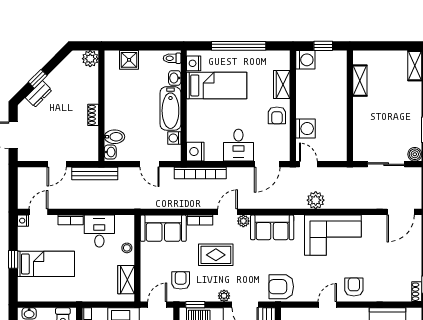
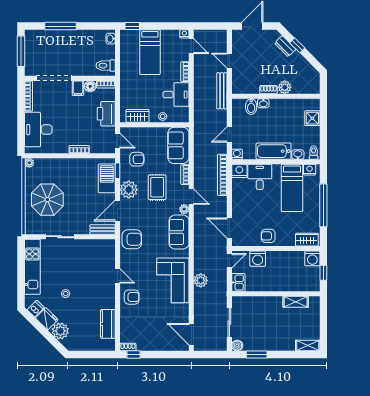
plant: (90, 59) -> (285, 87), moved
wardrobe: (282, 84) -> (307, 240), moved
washing machine: (174, 138) -> (237, 154), moved
desk: (238, 145) -> (260, 177), moved, turned 90
washbasin: (110, 152) -> (263, 103), moved
kitchen sink: (336, 153) -> (238, 282), added
plant: (316, 200) -> (201, 280), moved
window: (13, 259) -> (132, 26), moved
armchair: (281, 287) -> (132, 239), turned 90
plant: (224, 296) -> (129, 190), width x1.88, depth x1.88

